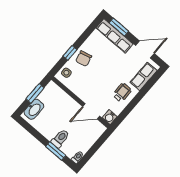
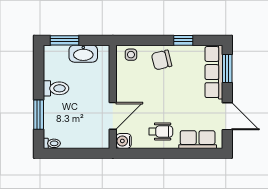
window: (70, 53) -> (183, 40), moved
window: (35, 93) -> (64, 40), moved
washbasin: (34, 109) -> (83, 54), moved
door: (91, 111) -> (113, 116), swing flipped
toilet: (60, 138) -> (56, 88), moved

